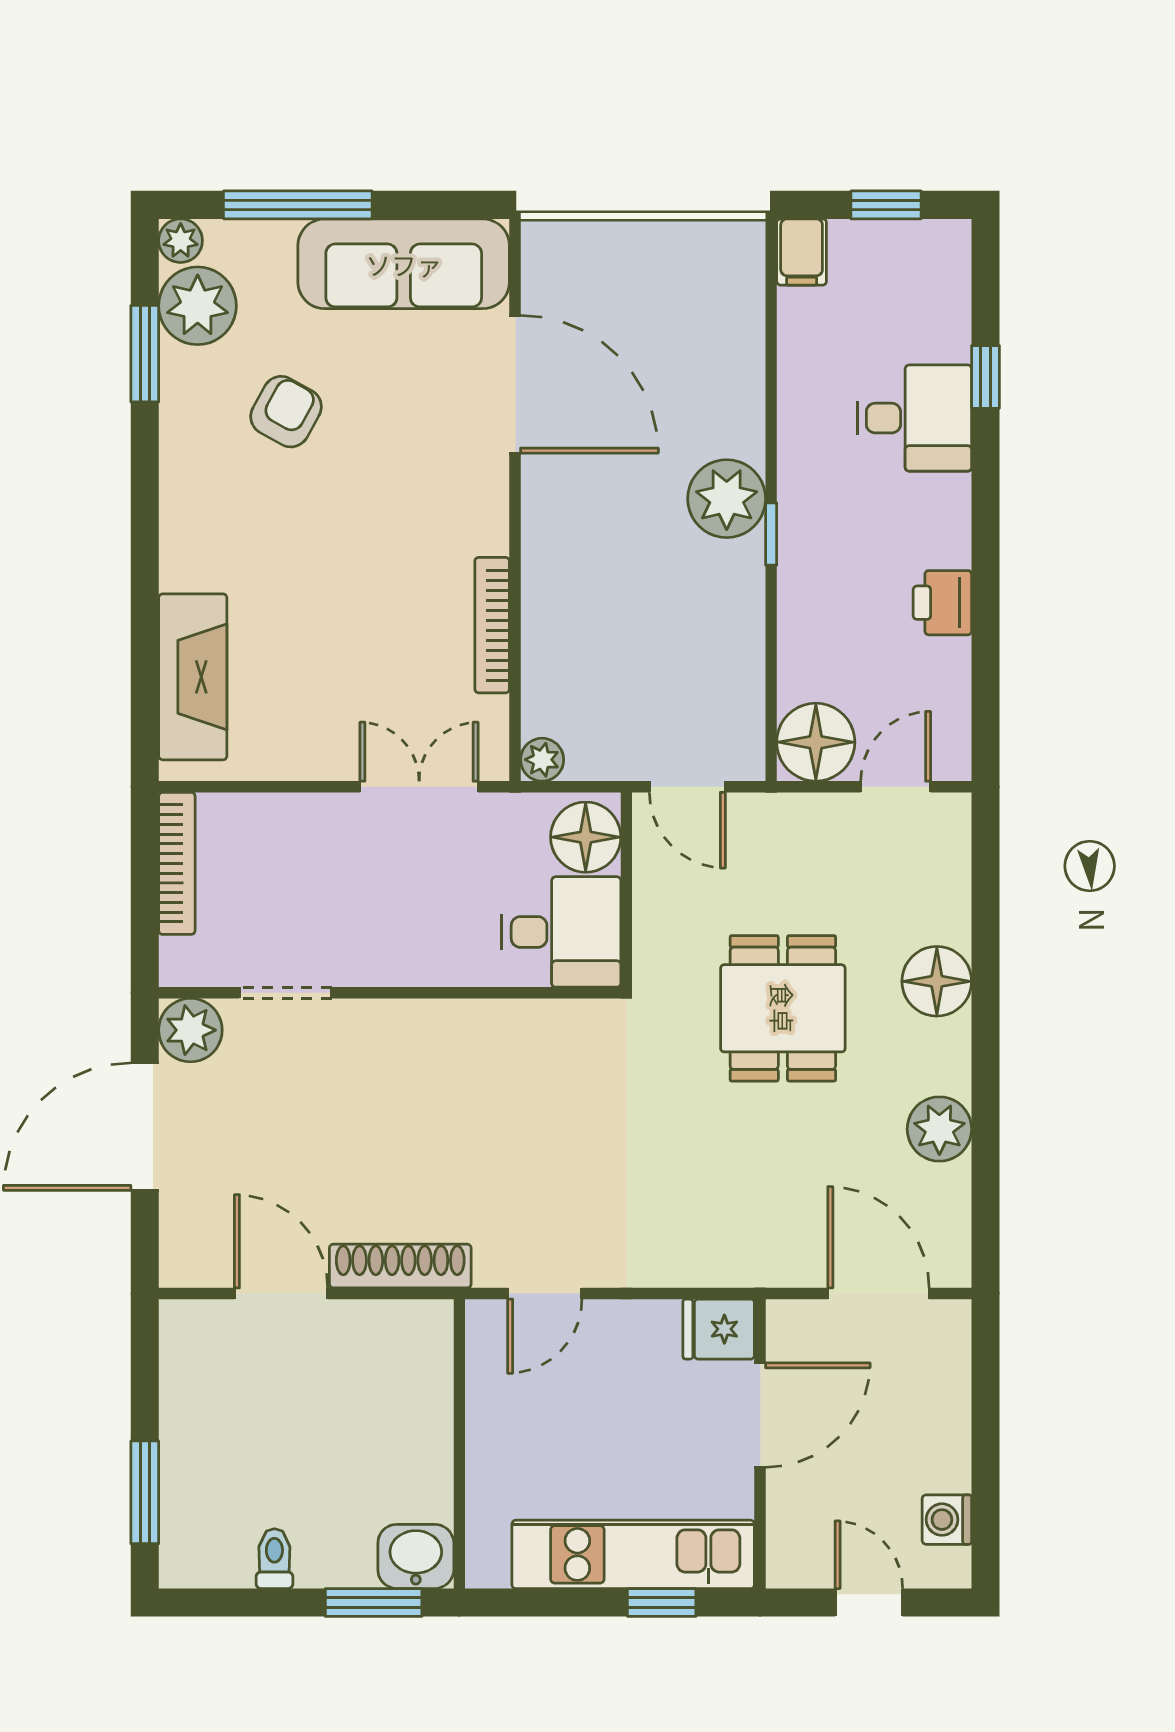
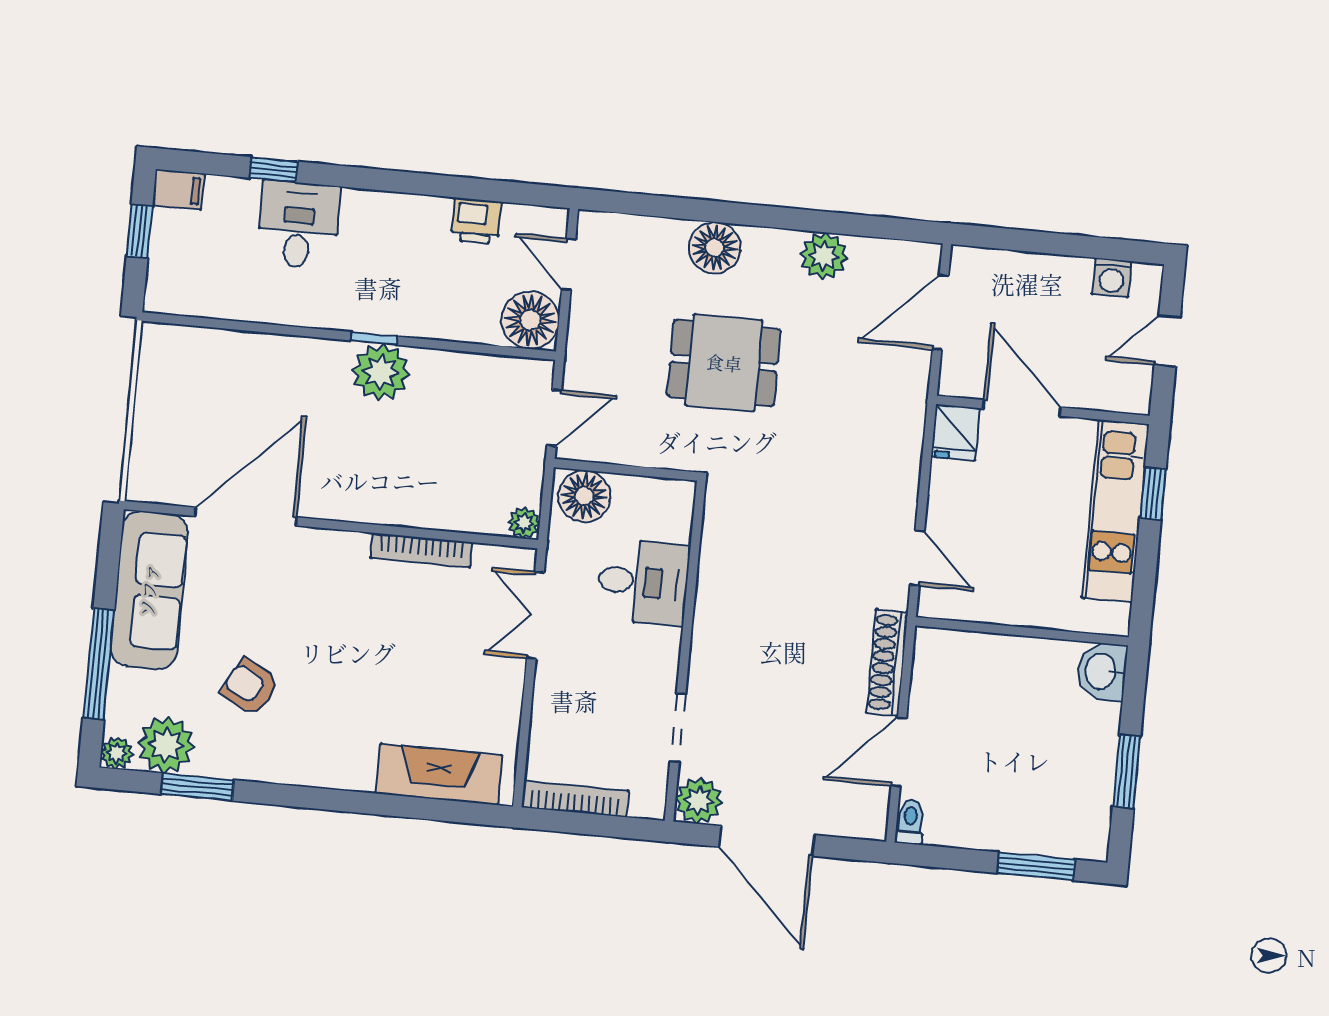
filing cabinet: (802, 252) -> (178, 190), moved
plant: (727, 499) -> (381, 372), moved
printer: (942, 603) -> (476, 221), moved
desk: (561, 932) -> (643, 582), moved, turned 90
toilet: (274, 1559) -> (910, 822), moved, turned 90
window: (374, 1603) -> (1127, 771), moved

